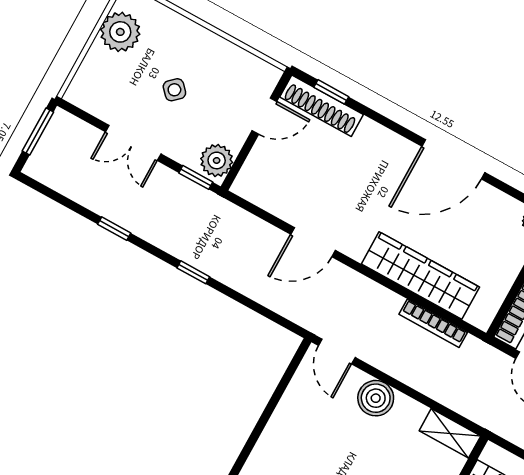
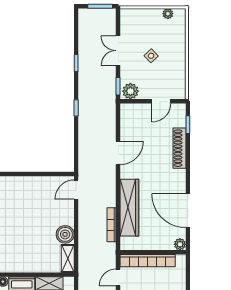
plant: (120, 32) -> (168, 14), width x0.53, depth x0.53
shoe rack: (322, 106) -> (180, 148), moved
door: (264, 116) -> (161, 101), hinge flipped
door: (453, 159) -> (188, 211), moved
door: (313, 242) -> (118, 153), swing flipped
boiler: (376, 398) -> (65, 234), moved

